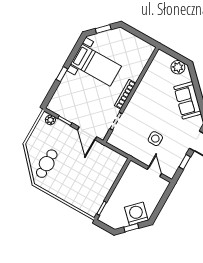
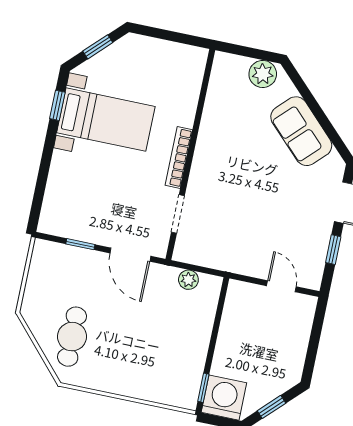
window: (62, 74) -> (57, 105), moved
plant: (50, 120) -> (188, 280), moved
side table: (155, 139) -> (263, 223), removed
washing machine: (136, 214) -> (224, 398), moved, turned 45

